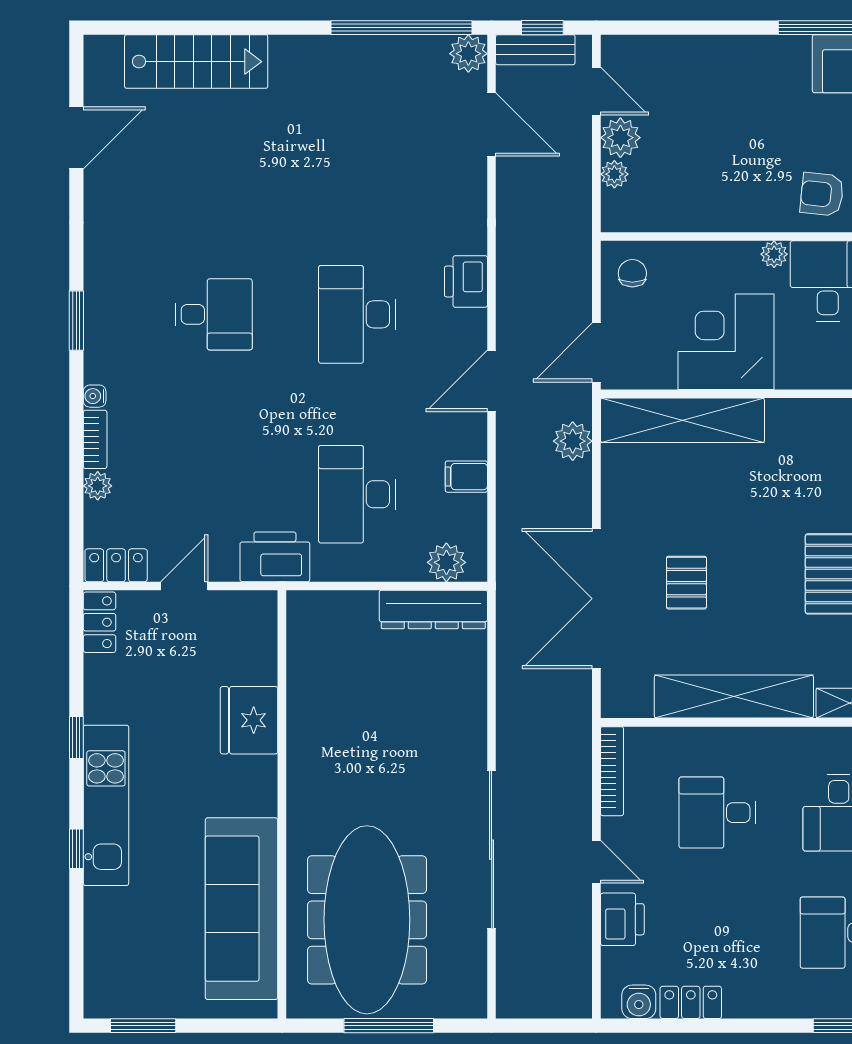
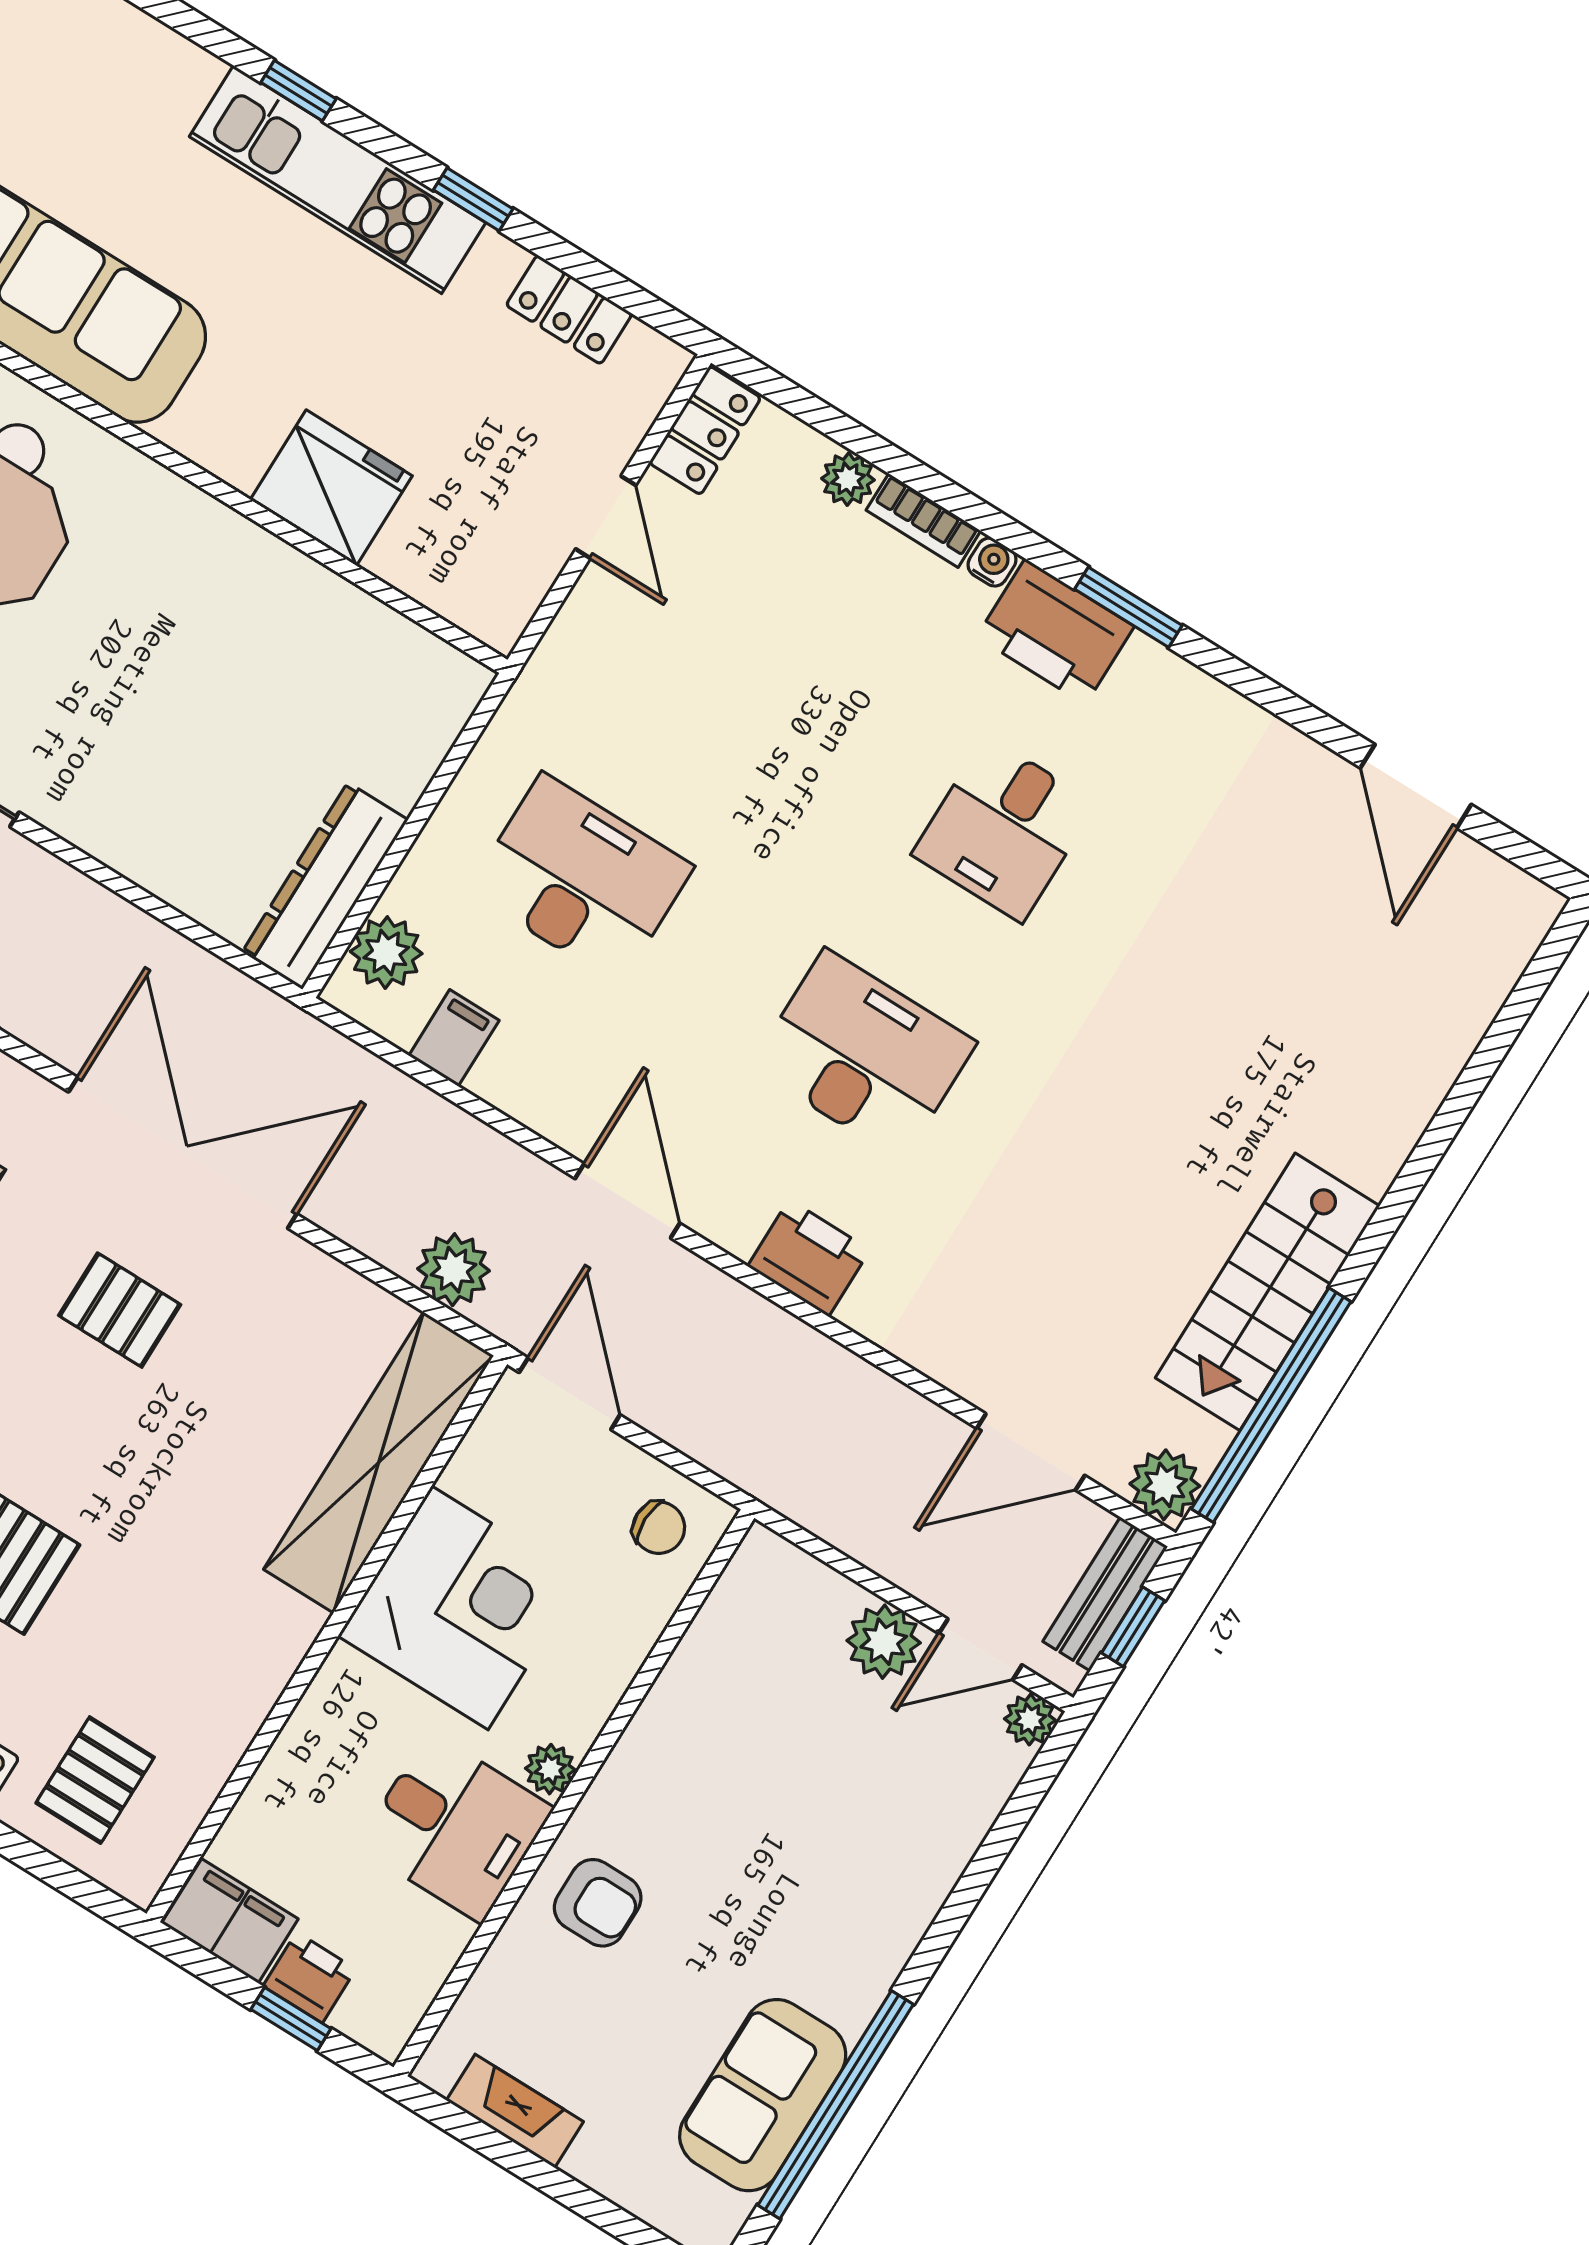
stairs: (196, 62) -> (1268, 1292), moved
plant: (614, 174) -> (1030, 1719), moved
armchair: (822, 194) -> (598, 1903), turned 84
filing cabinet: (466, 477) -> (454, 1038), moved
printer: (275, 557) -> (1055, 632), moved, turned 90
locker: (100, 622) -> (569, 310), moved

